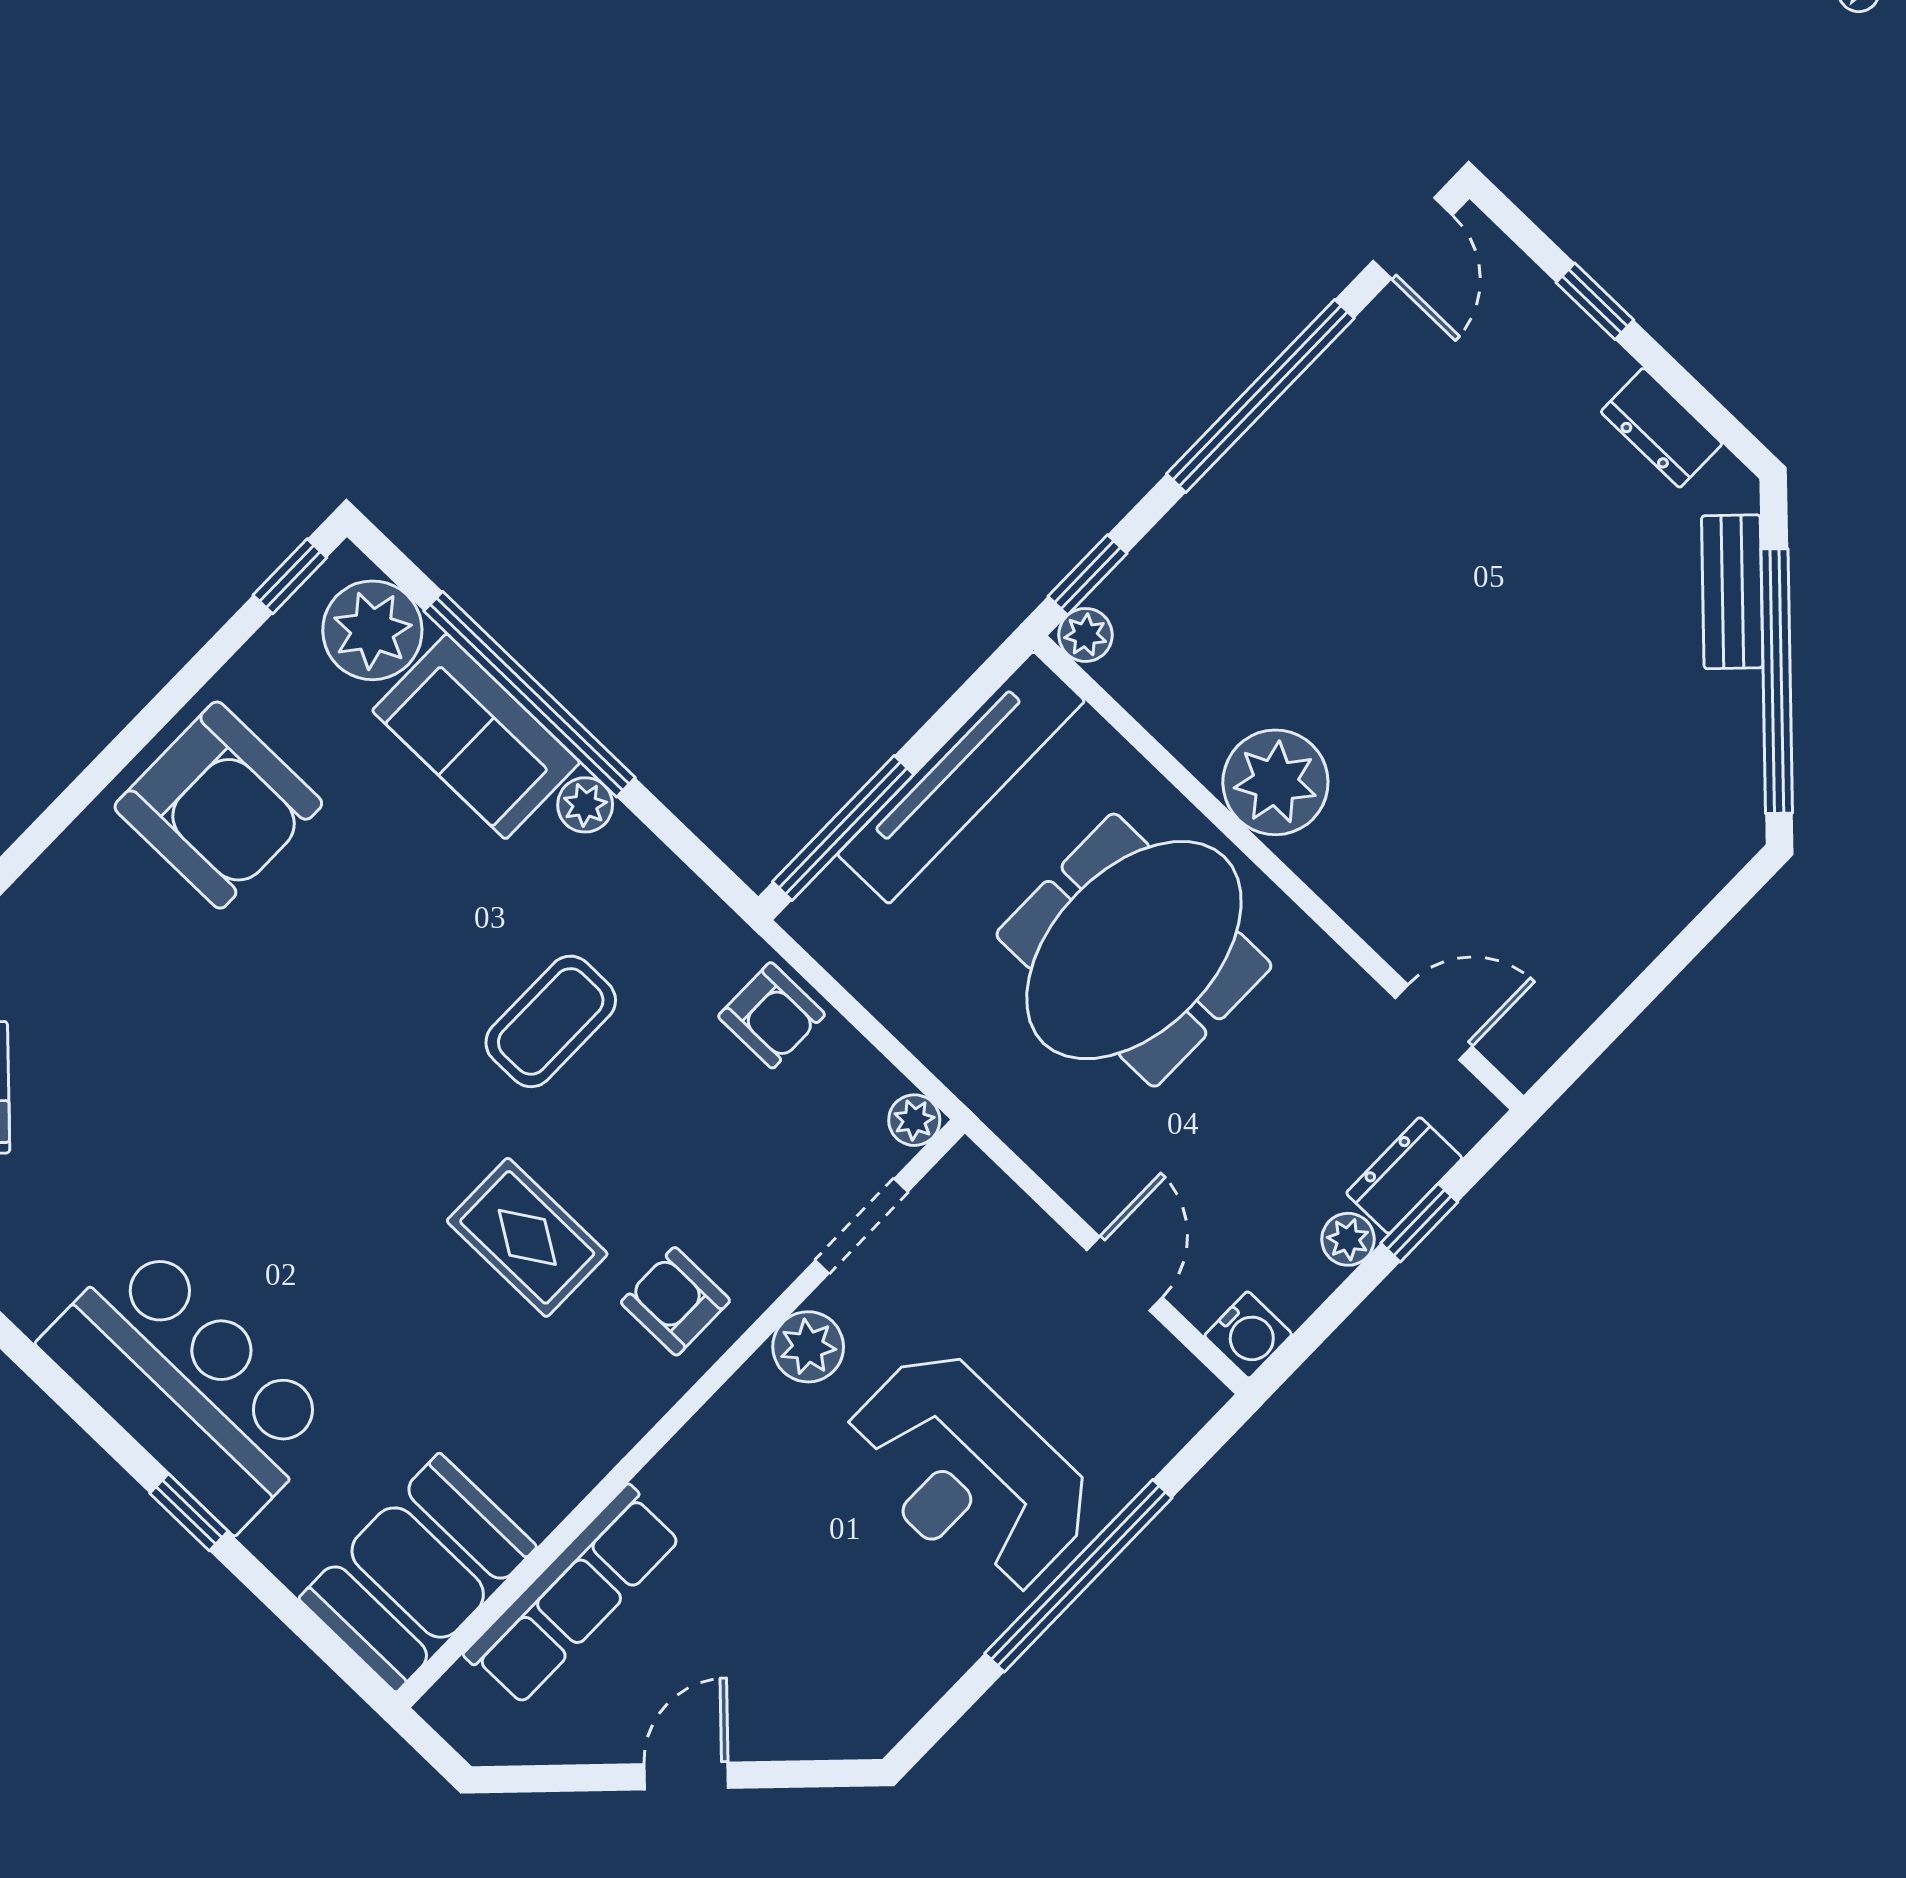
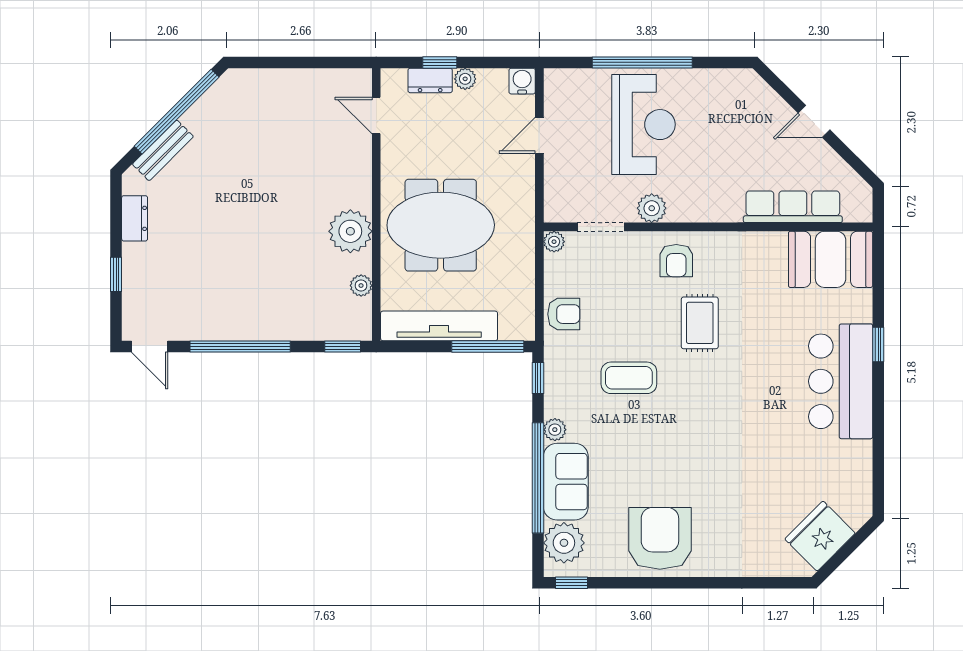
door: (1413, 238) -> (150, 346), swing flipped
plant: (1086, 635) -> (361, 286), moved
window: (704, 862) -> (538, 378), added
armchair: (772, 1015) -> (564, 314), turned 90

